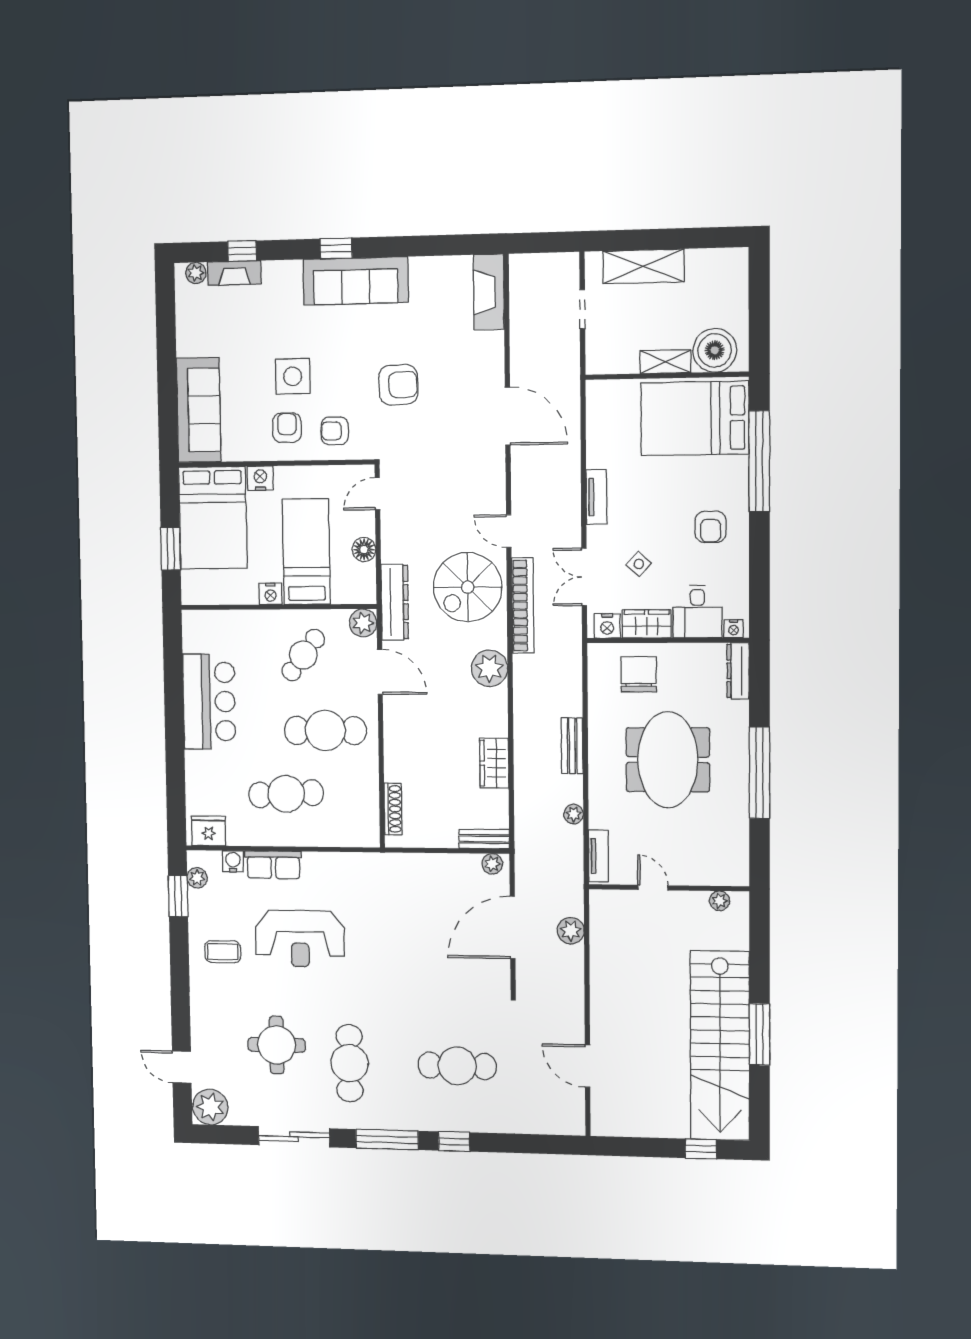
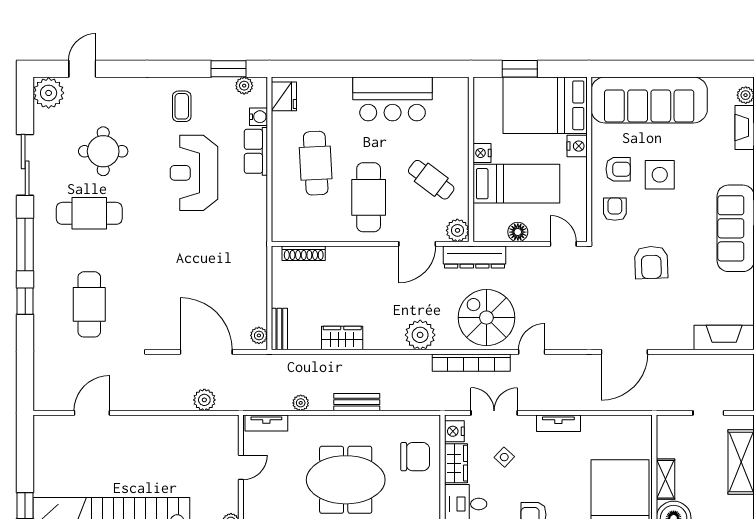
sofa: (199, 410) -> (649, 100), width x1.36, depth x1.27

